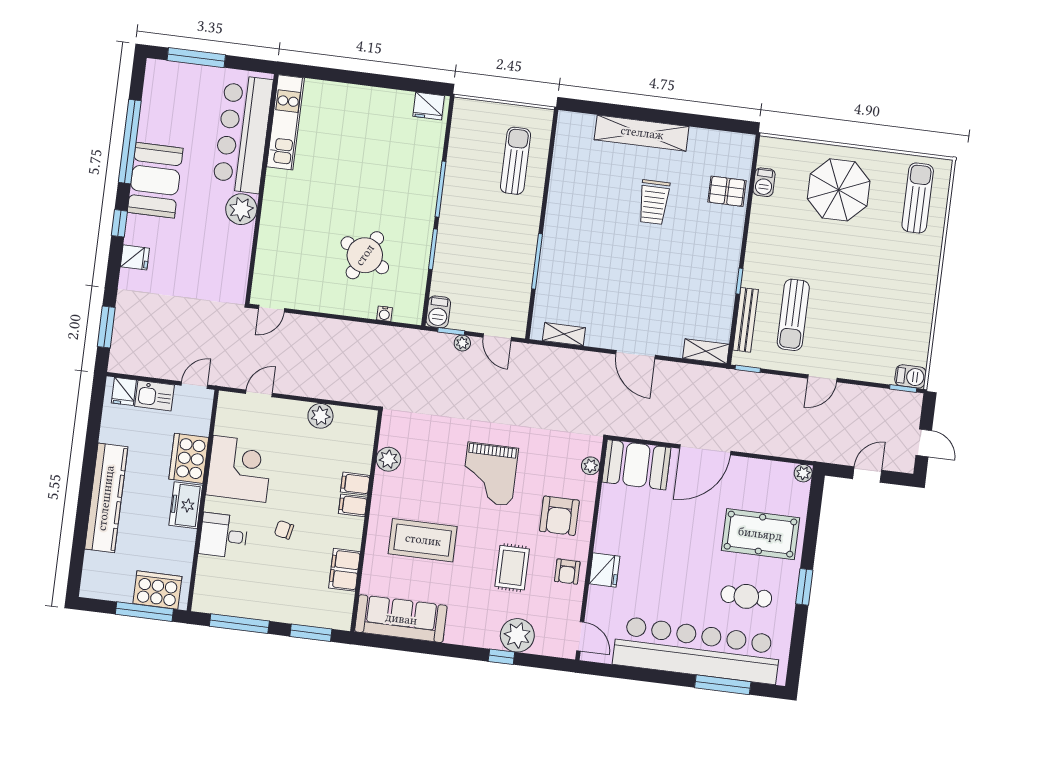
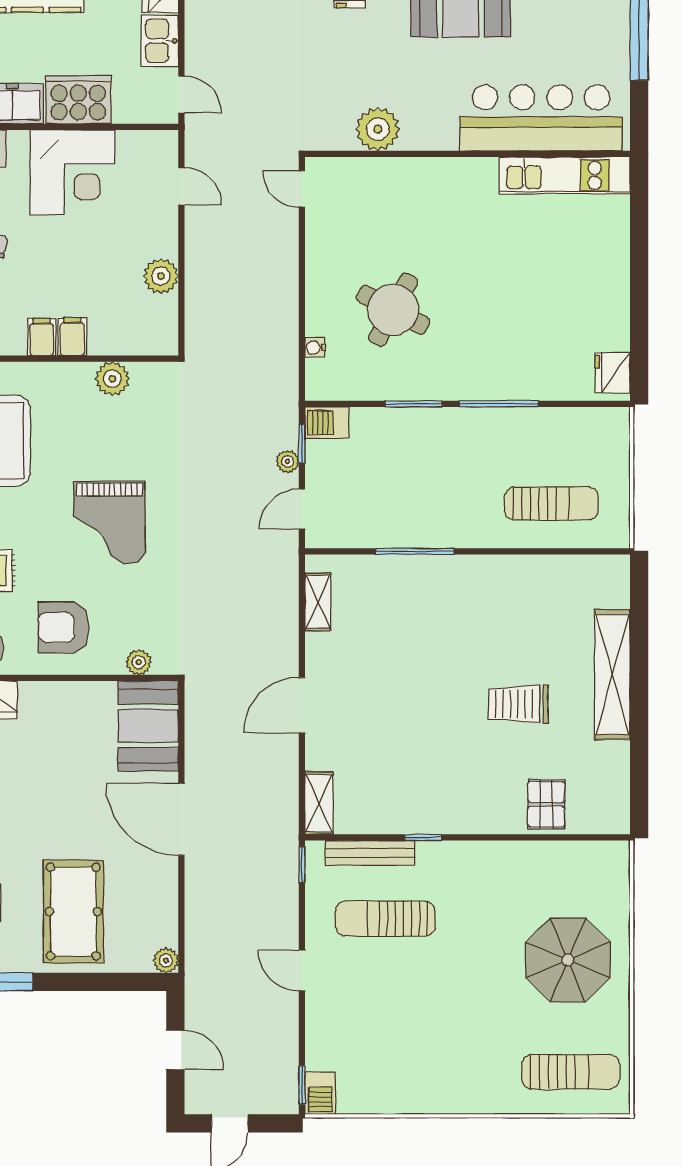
barbecue: (764, 182) -> (565, 854), removed
plant: (241, 209) -> (378, 129), moved
grand piano: (490, 474) -> (110, 523), turned -90

